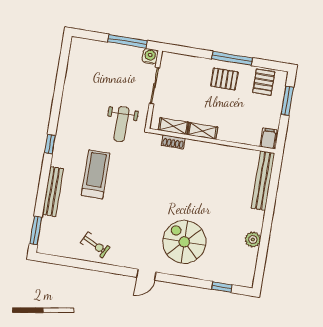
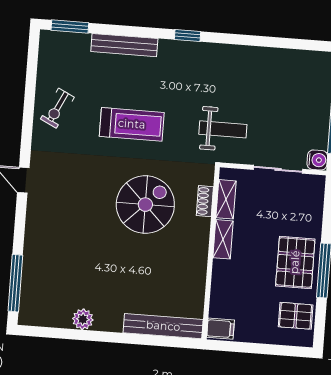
pallet: (224, 79) -> (295, 262), width x1.50, depth x1.42
window: (287, 101) -> (273, 350), removed
weight bench: (121, 124) -> (223, 129), turned 180
treadmill: (96, 174) -> (132, 124), moved
spiral stairs: (184, 242) -> (145, 205), moved
window: (222, 287) -> (15, 283), width x2.17

